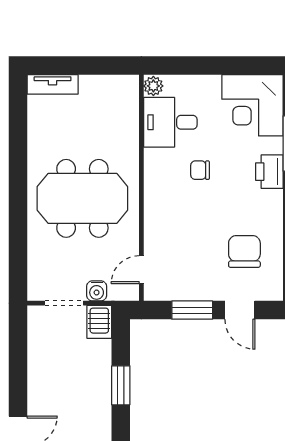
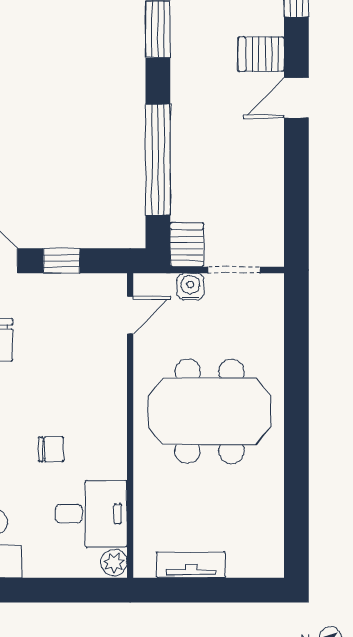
tv unit: (53, 84) -> (191, 565), moved
window: (192, 310) -> (62, 261), width x0.67
window: (121, 385) -> (158, 159), width x2.11

